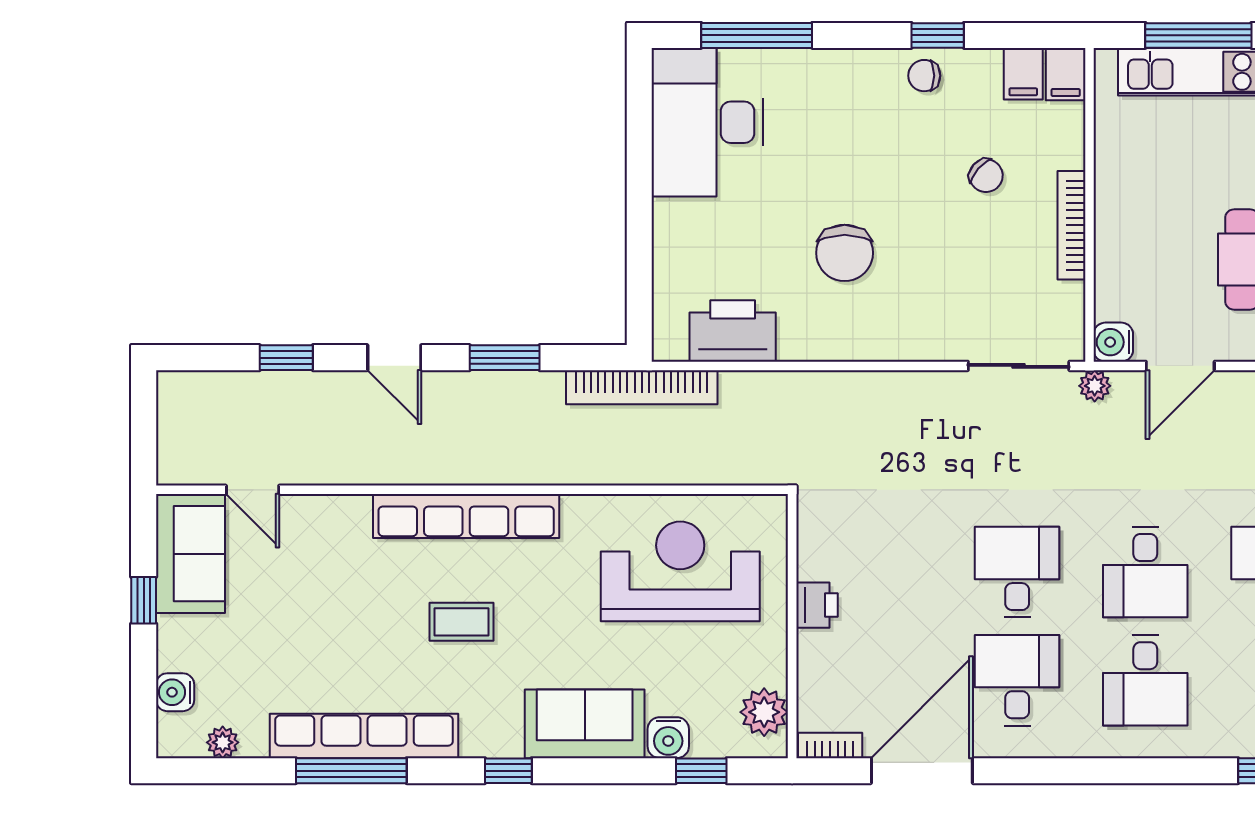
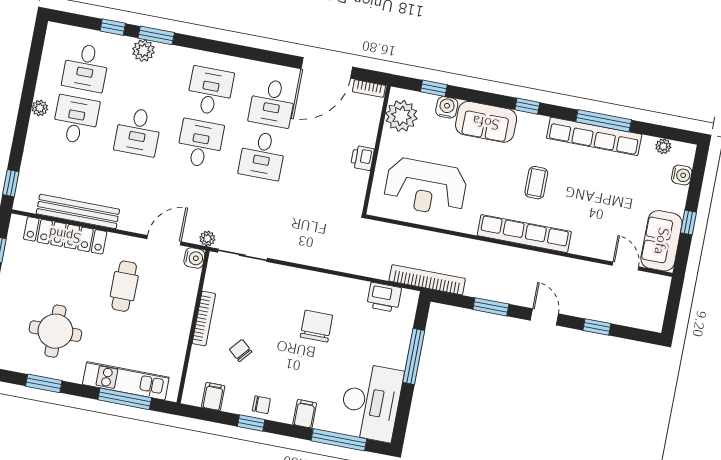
filing cabinet: (1066, 74) -> (305, 414), moved
window: (639, 230) -> (414, 356), added
printer: (733, 331) -> (384, 297), width x0.73, depth x0.84
coffee table: (461, 622) -> (536, 183), turned 90
plant: (764, 712) -> (401, 116), width x1.36, depth x1.36

